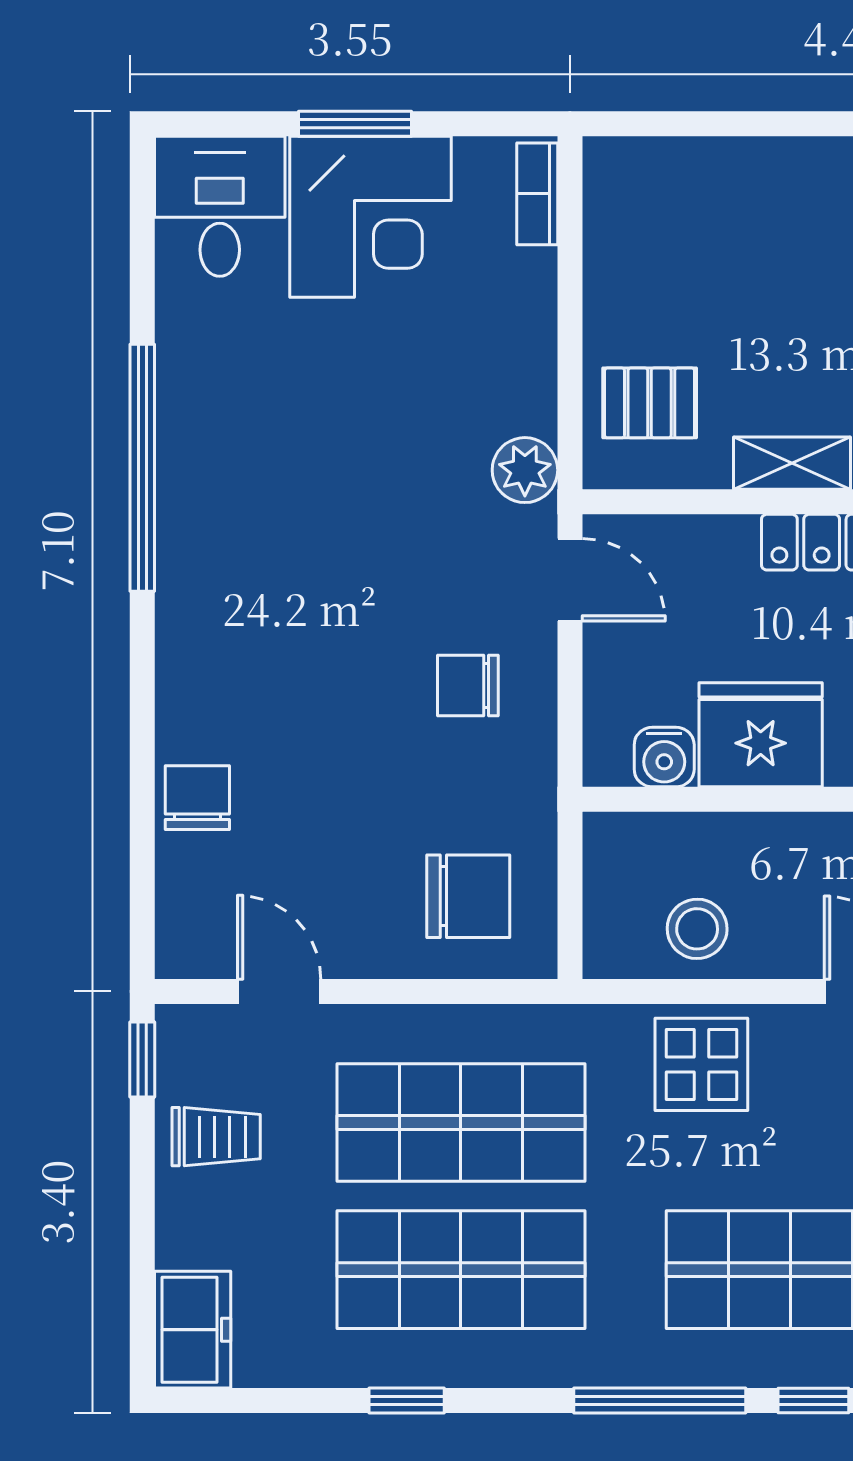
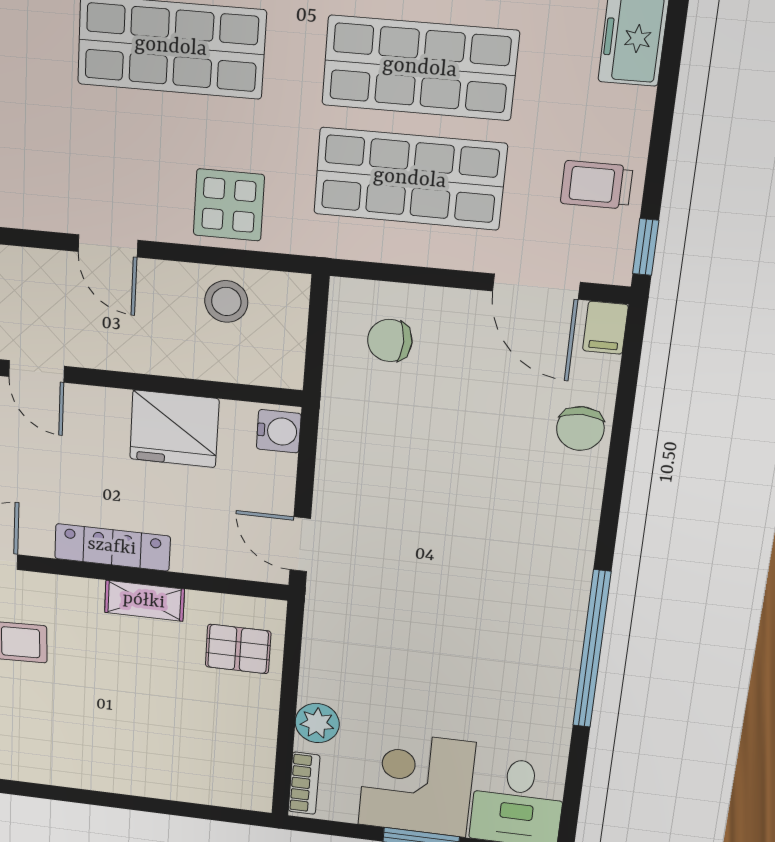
plant: (525, 470) -> (317, 723), moved
chair: (468, 685) -> (377, 483), removed
water cooler: (664, 757) -> (279, 431), moved, turned 90
chair: (468, 896) -> (390, 340), width x0.73, depth x0.73
filing cabinet: (181, 944) -> (605, 328), added
door: (279, 991) -> (536, 287), width x1.38

